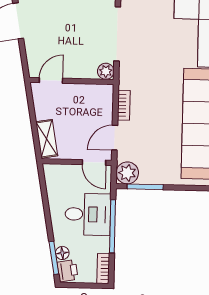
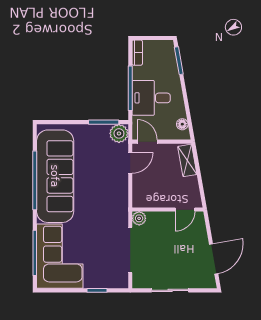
bookcase: (124, 105) -> (123, 190), removed
floor lamp: (62, 253) -> (182, 124), moved
printer: (67, 271) -> (167, 50), removed

